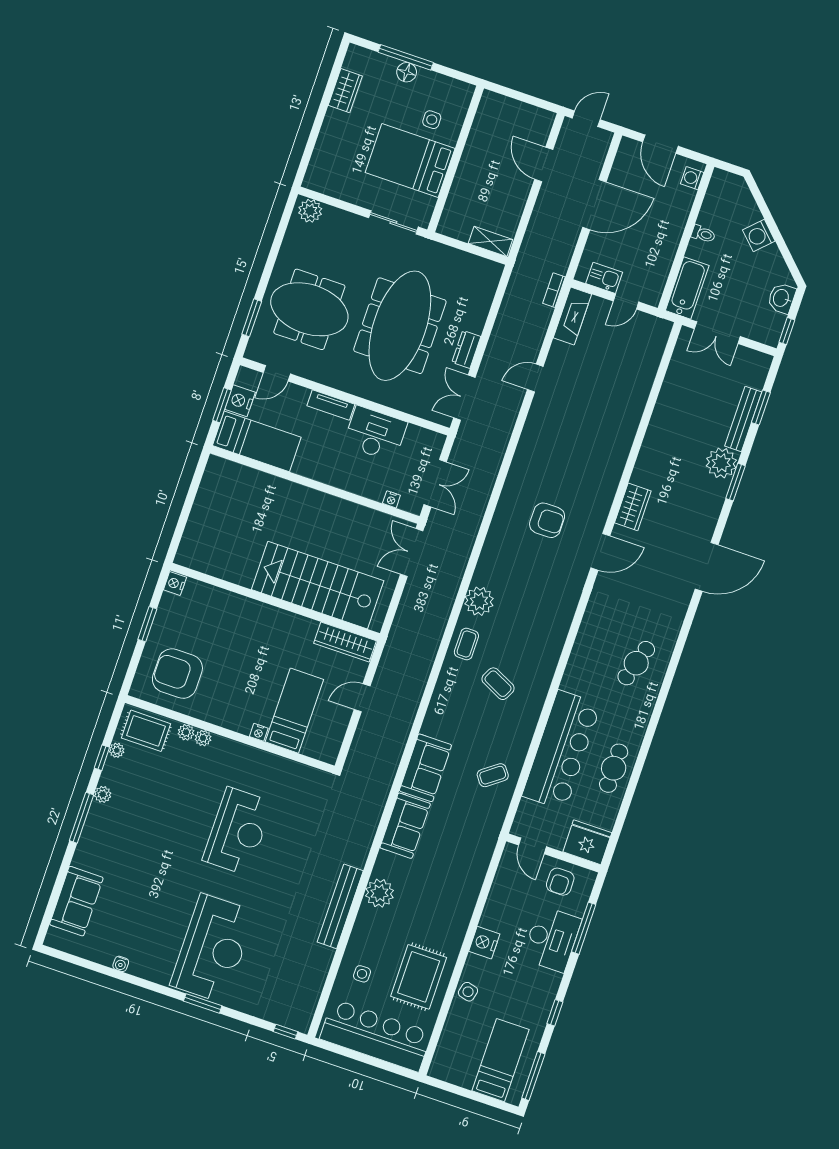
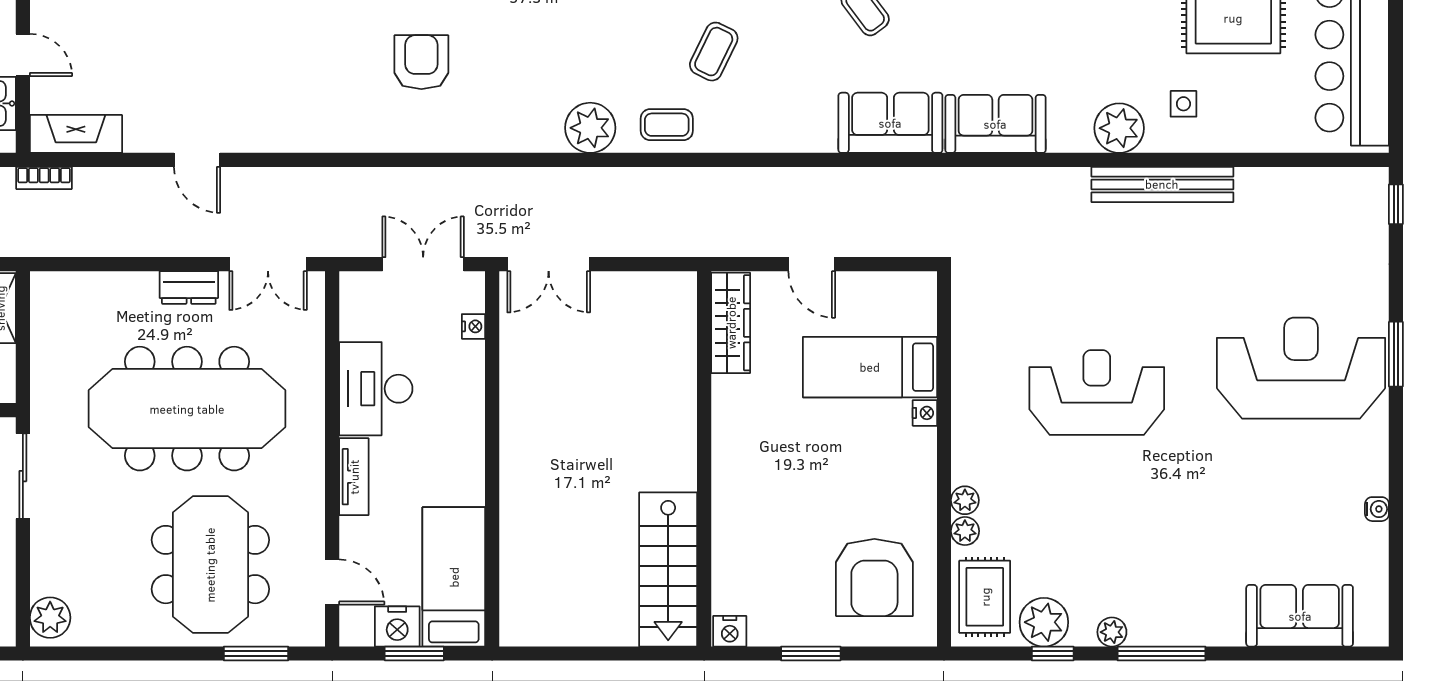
stairs: (318, 585) -> (668, 569), moved, width x0.73, depth x0.66
plant: (117, 750) -> (1044, 622), width x1.88, depth x1.88
side table: (362, 974) -> (1183, 104), moved

